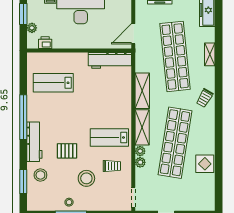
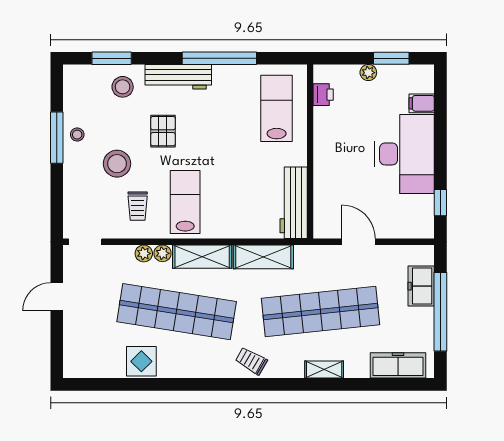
printer: (45, 43) -> (323, 95), moved
wall: (79, 50) -> (310, 152), moved
workbench: (110, 60) -> (294, 203), moved

